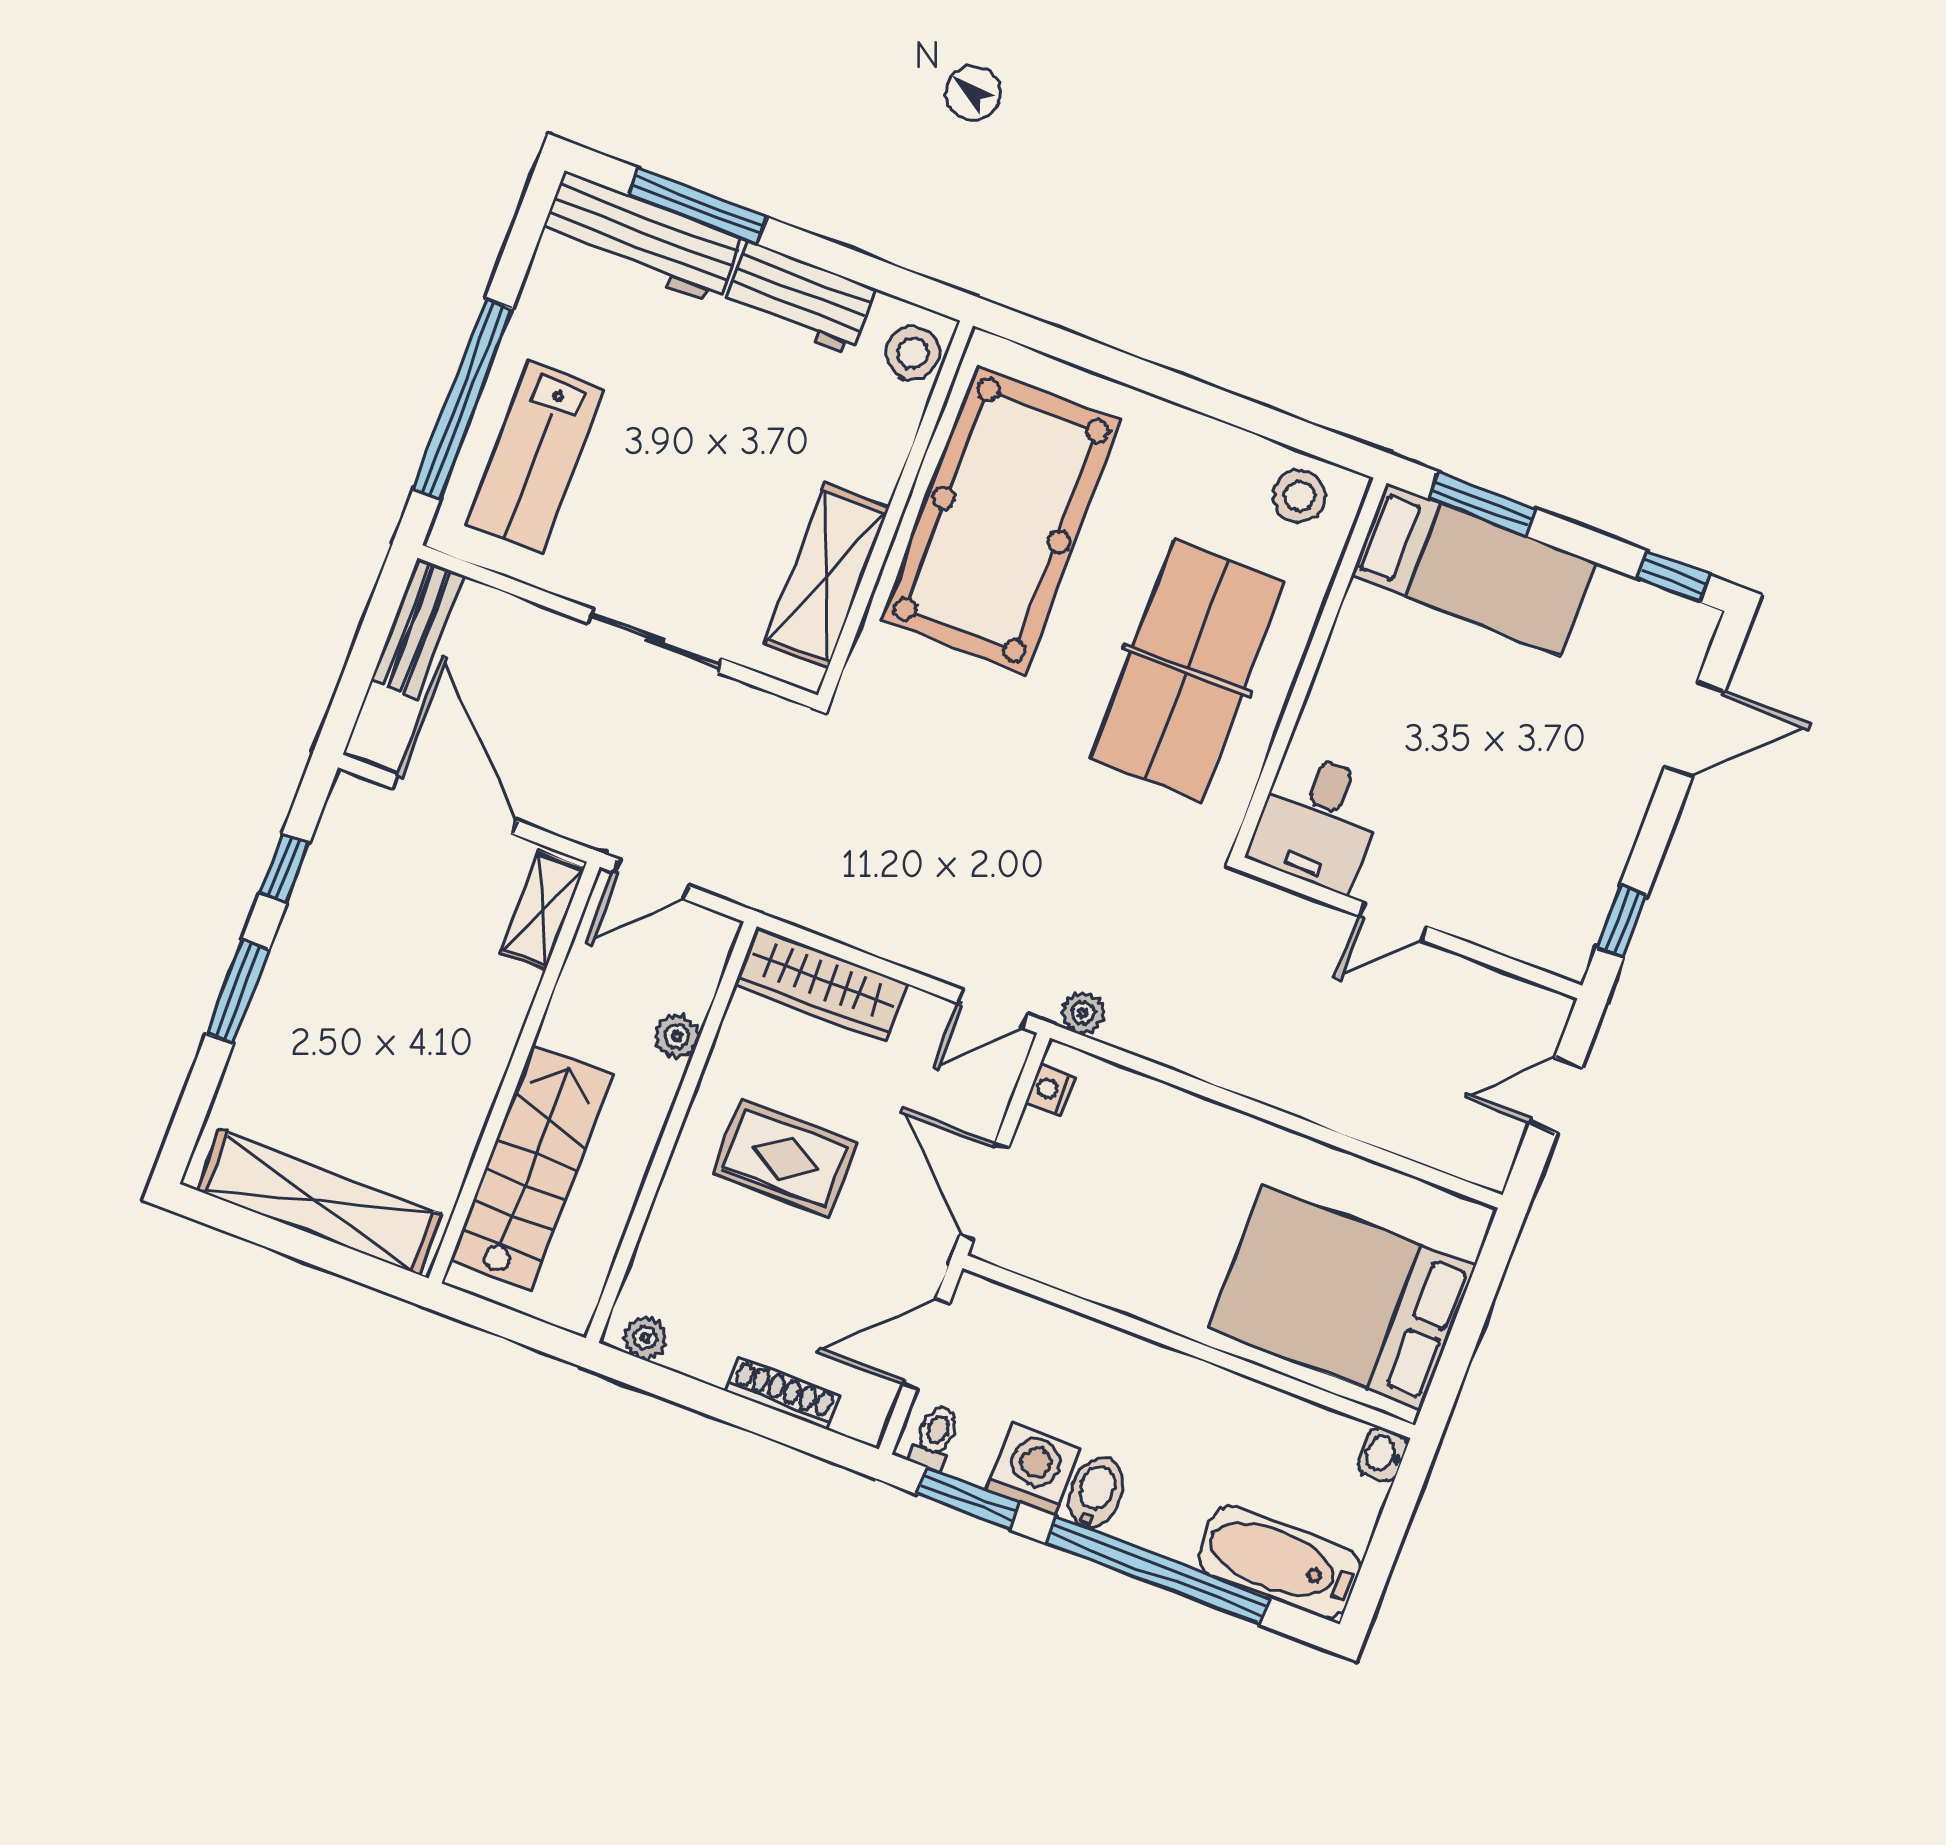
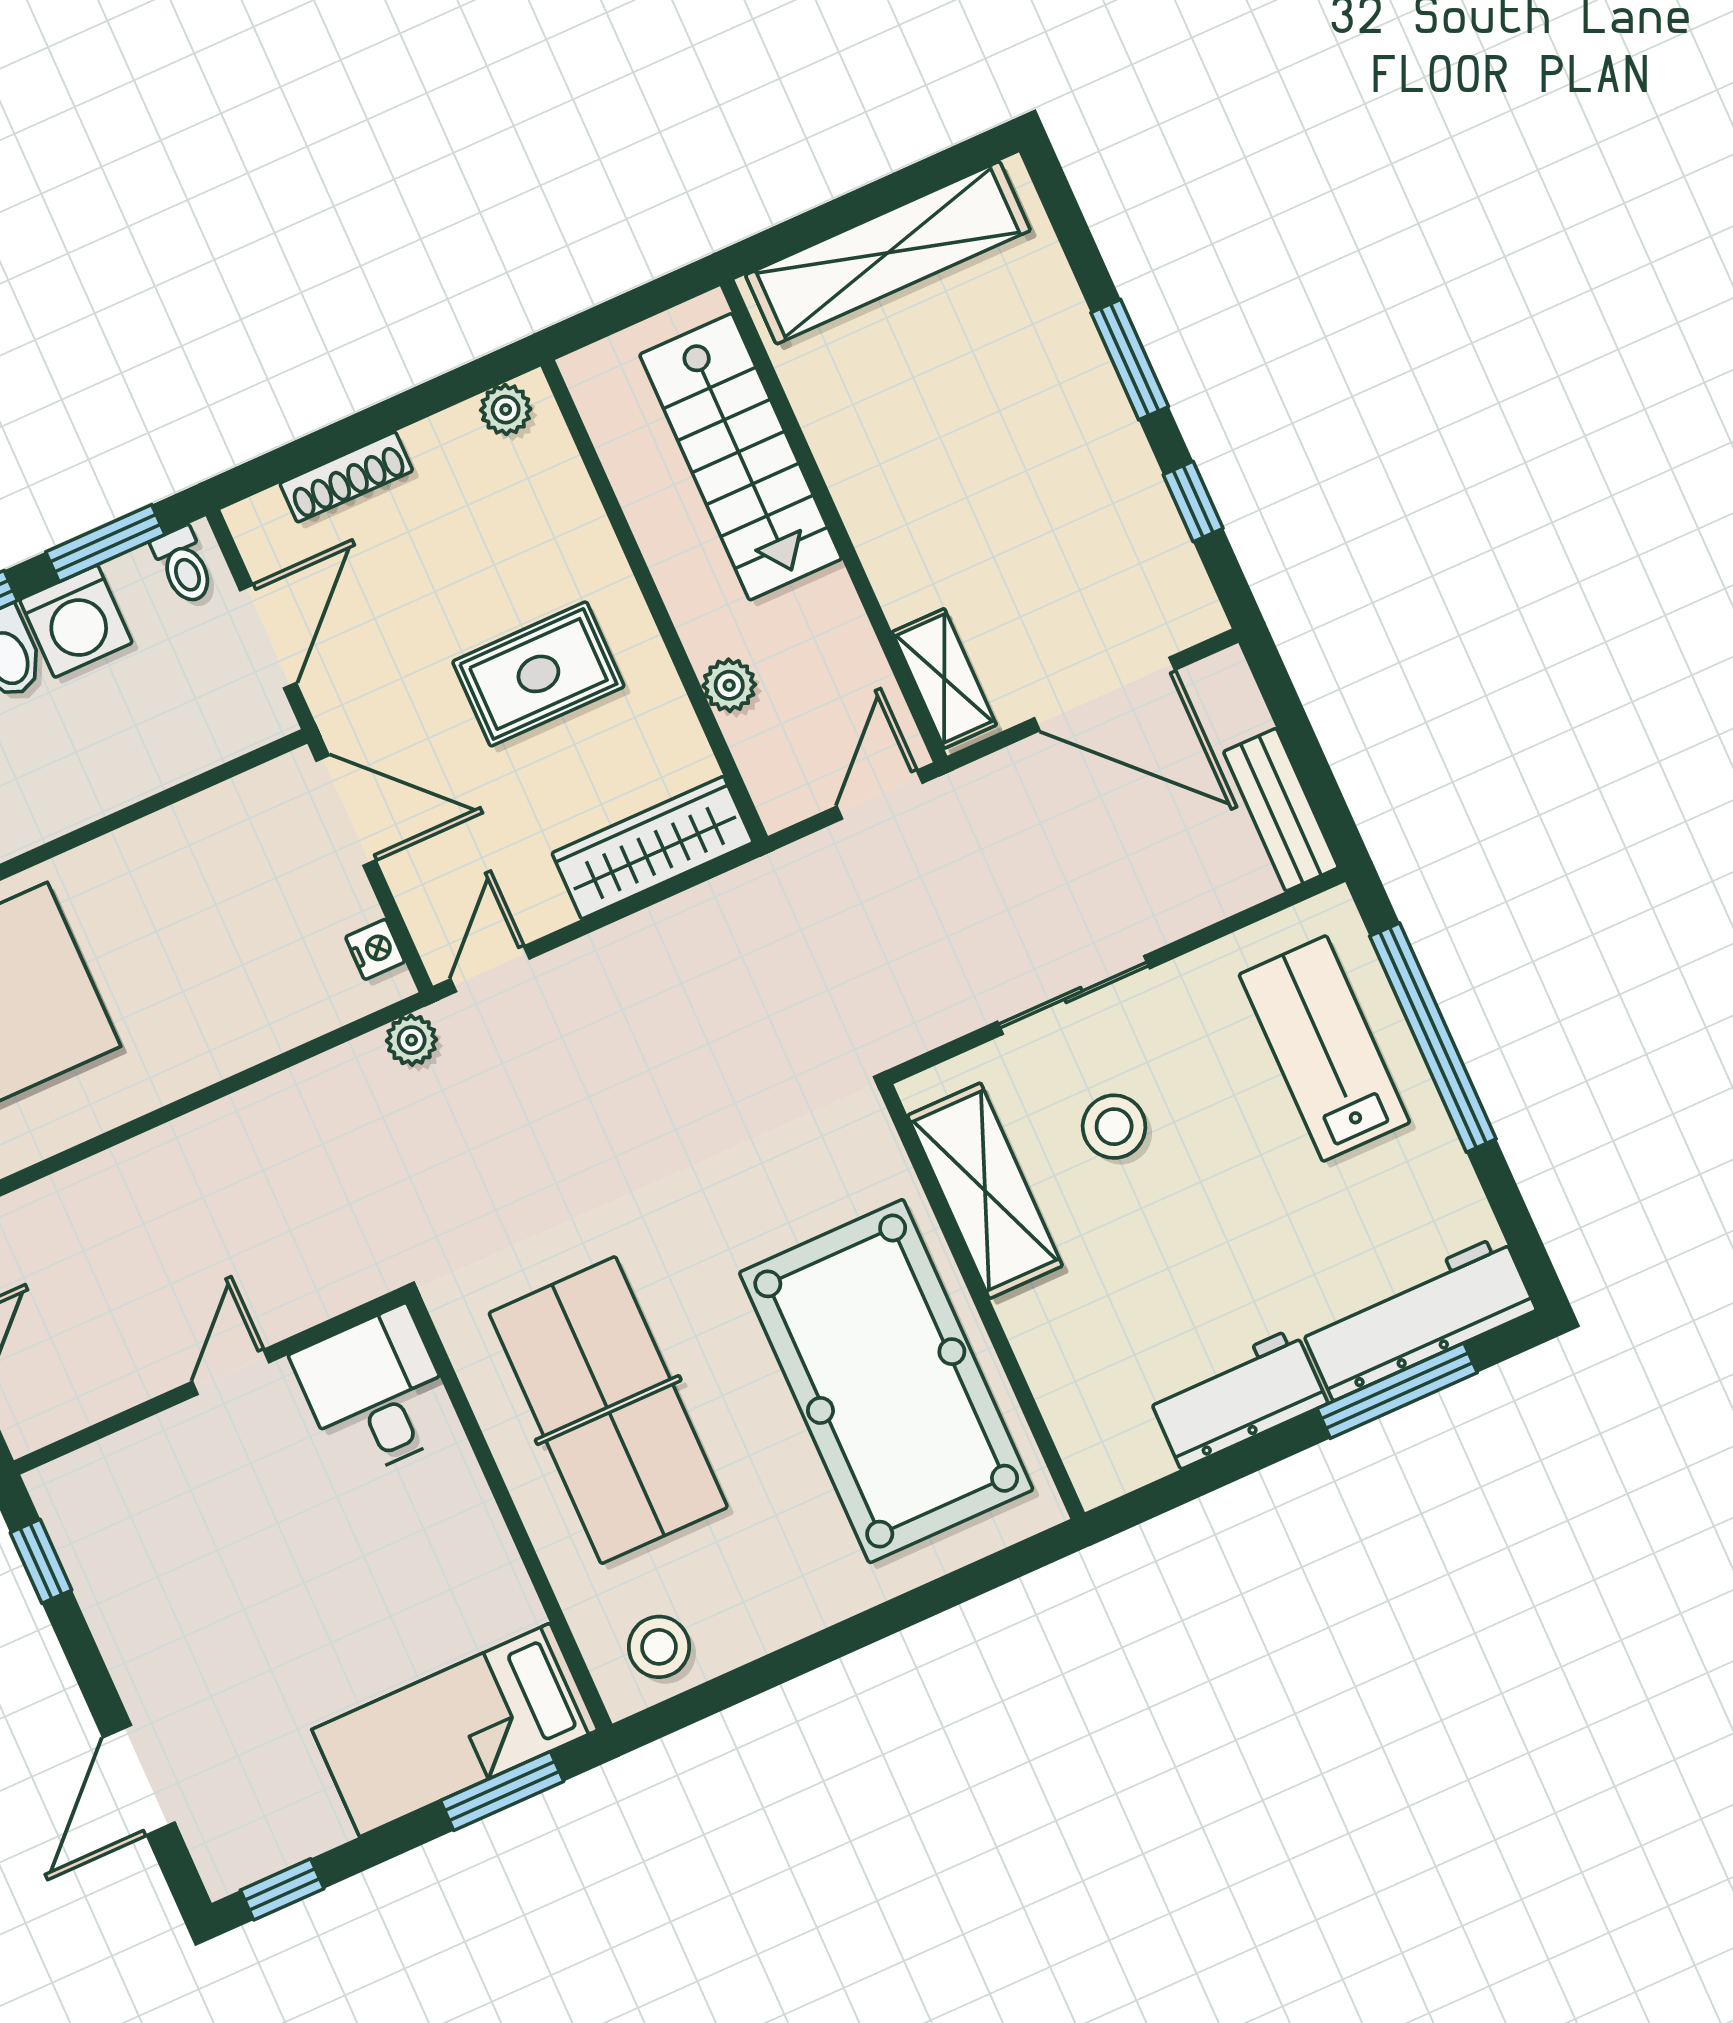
stool: (913, 353) -> (1114, 1127), moved

